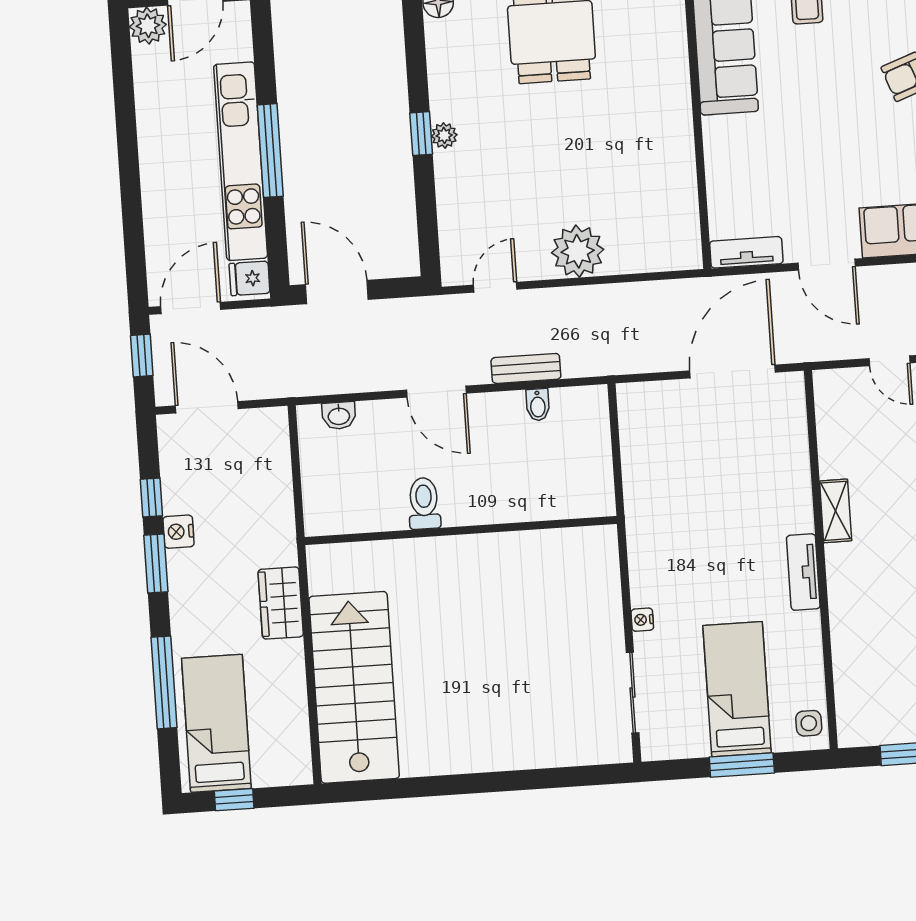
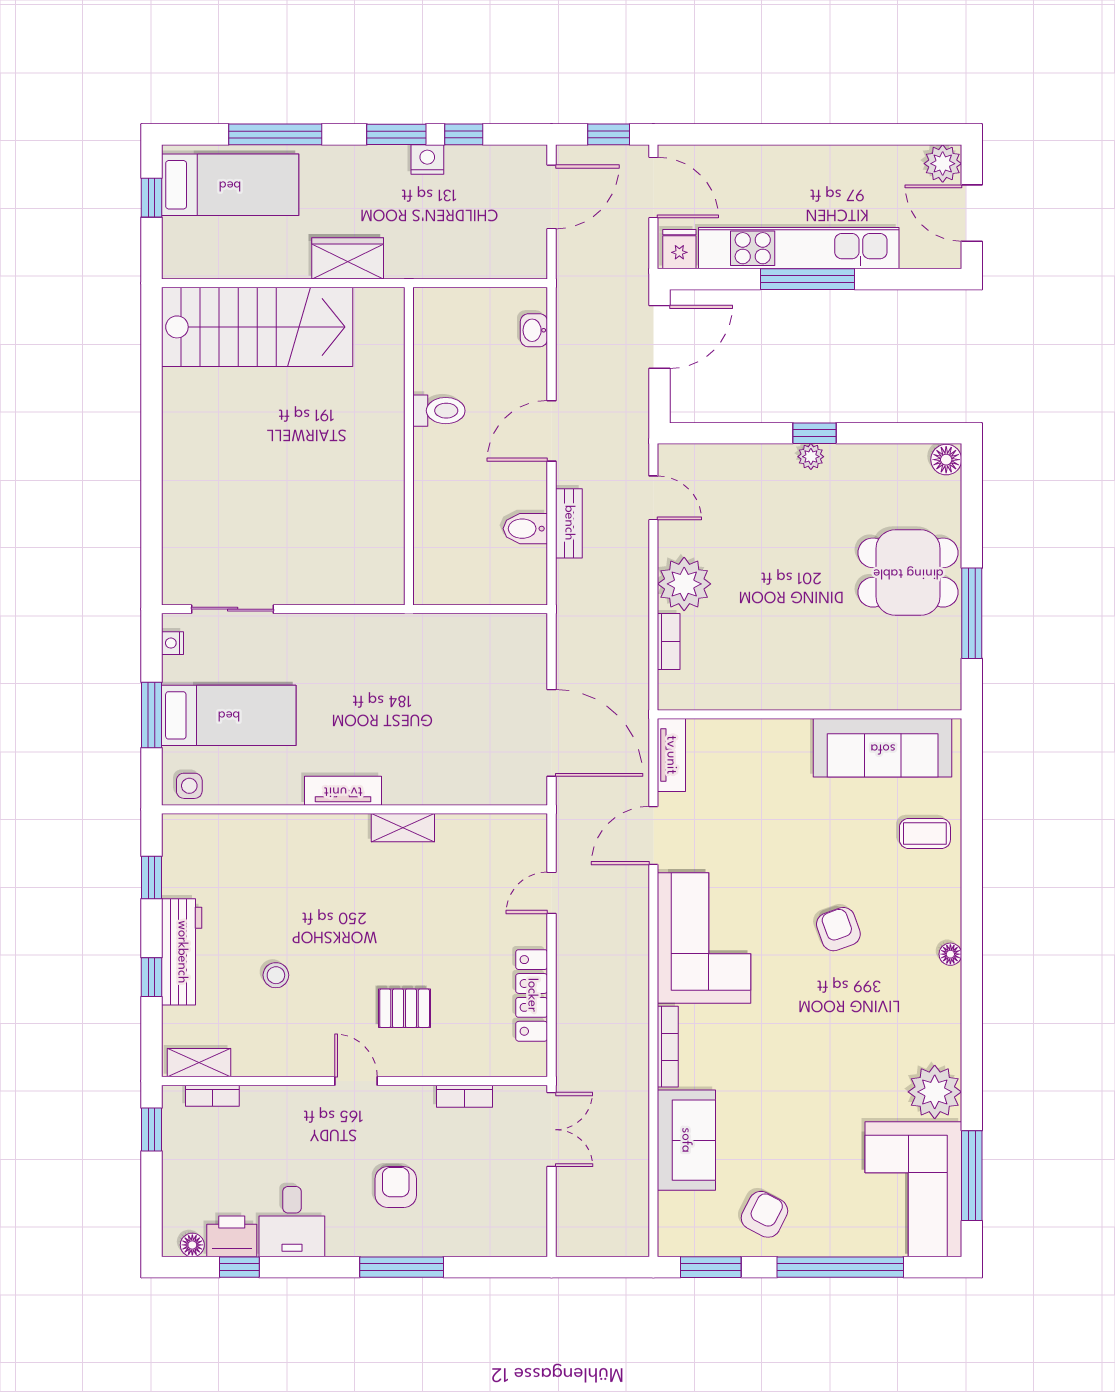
bookcase: (635, 263) -> (669, 642), added
bidet: (538, 405) -> (525, 529), width x1.38, depth x1.36
nightstand: (642, 620) -> (173, 643), moved, turned -90

